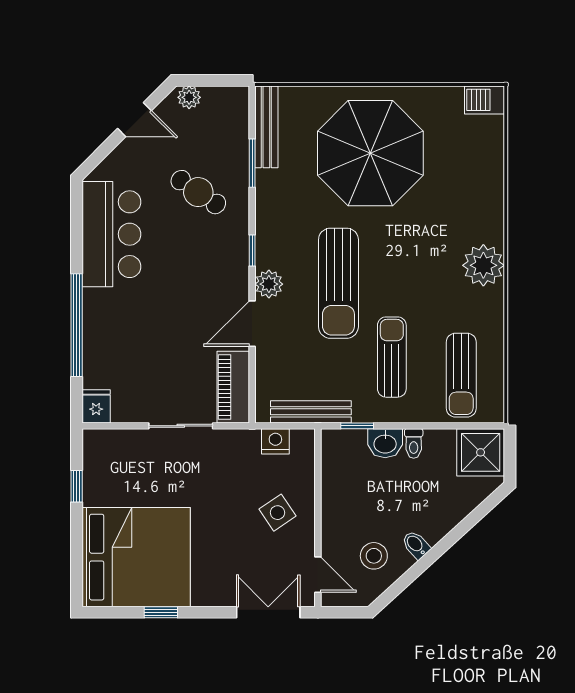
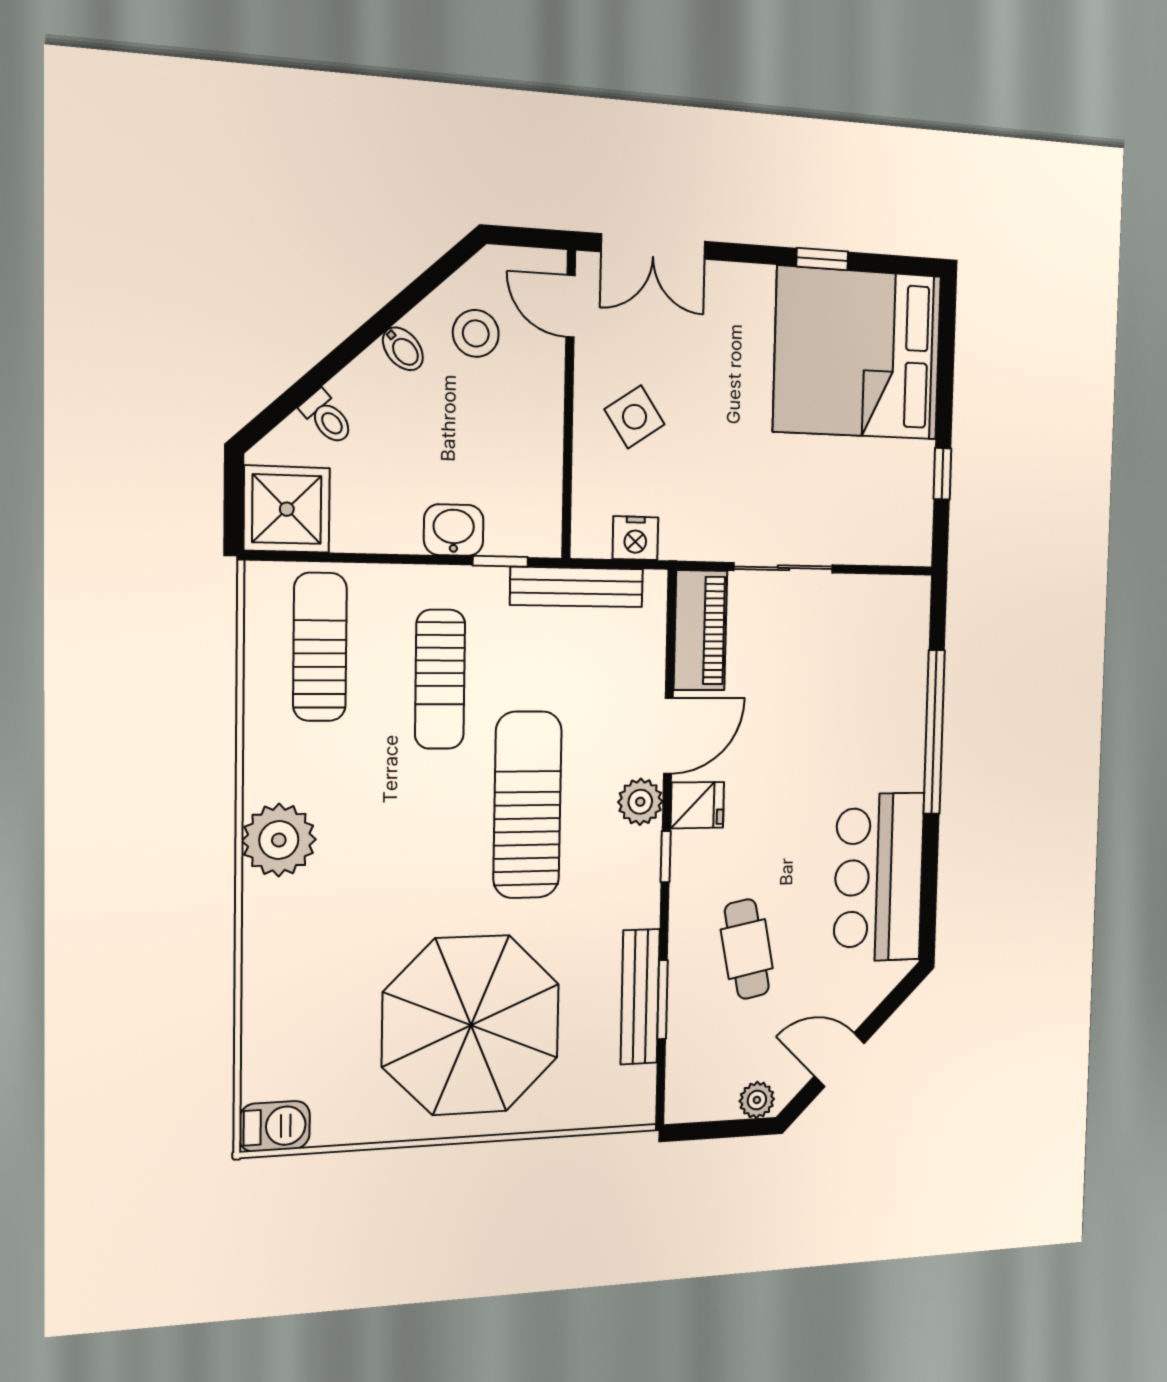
bench: (266, 127) -> (640, 997), moved
cafe table: (198, 192) -> (747, 949), turned 45
fridge: (96, 406) -> (697, 805), moved, turned -90
toilet: (414, 443) -> (327, 418), moved, turned 138

